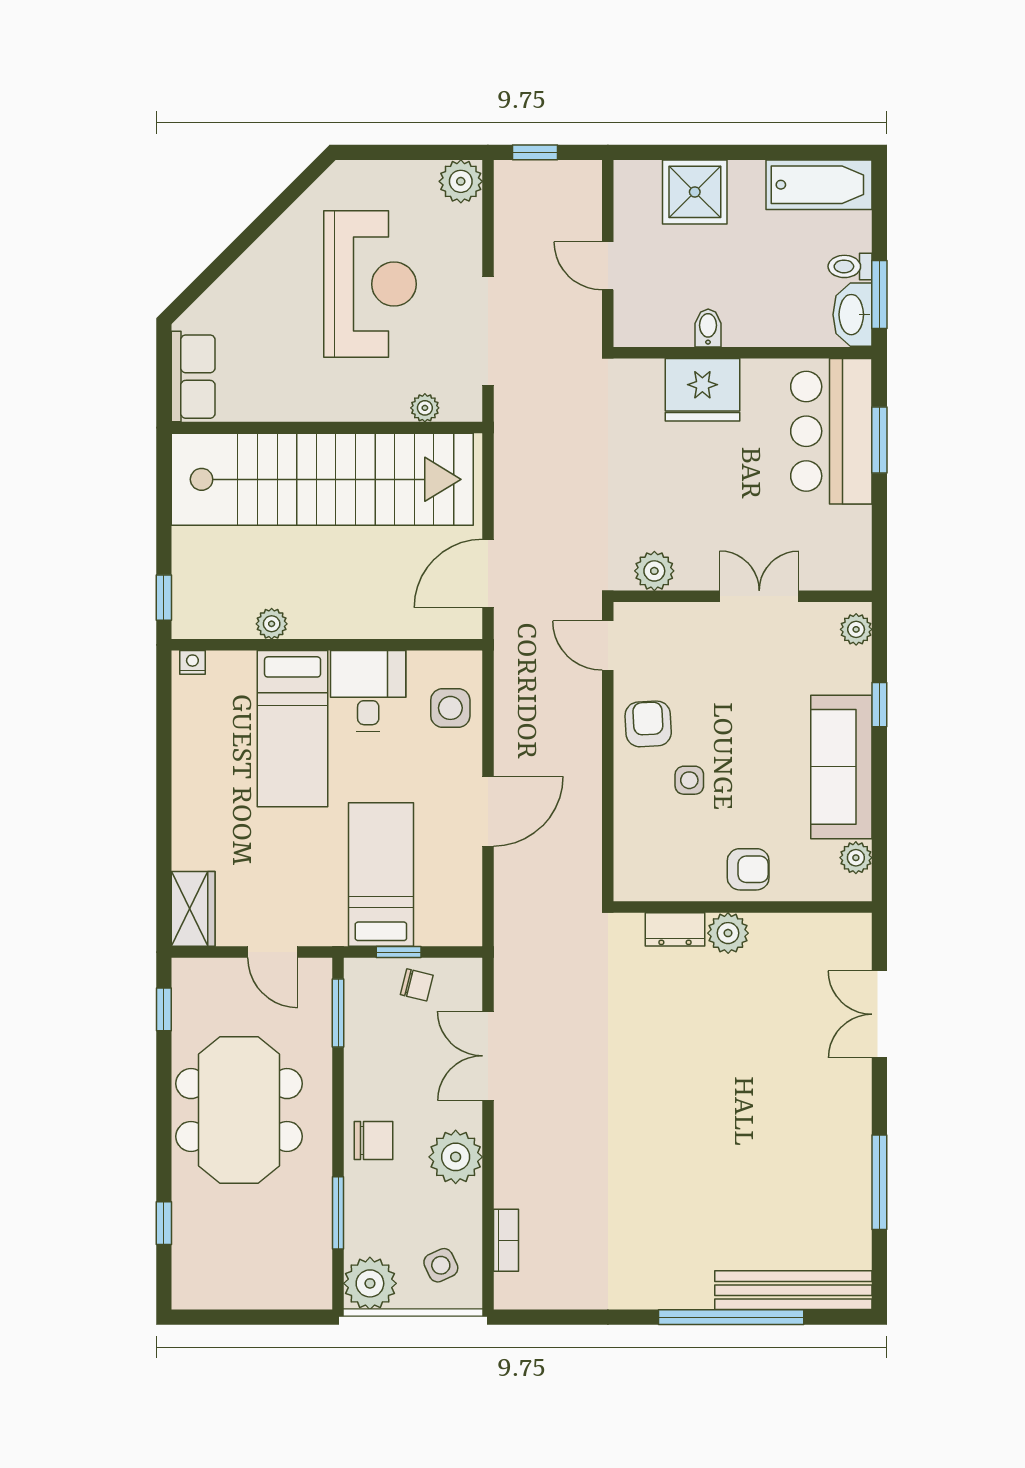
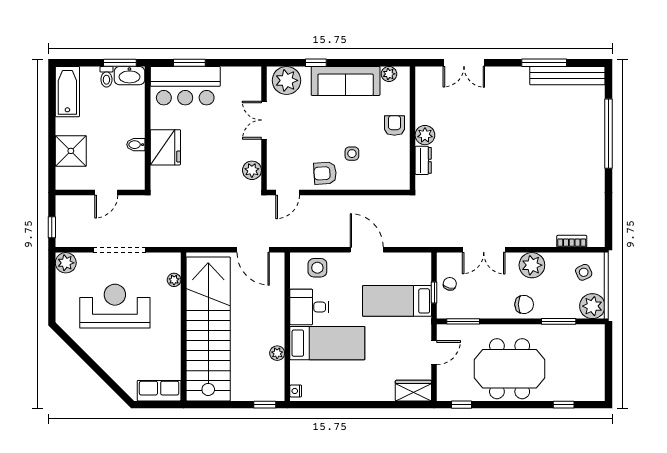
doorway: (488, 331) -> (120, 250), moved
plant: (856, 629) -> (286, 80), width x1.88, depth x1.88
chair: (374, 1141) -> (524, 304), turned 90
bench: (793, 1290) -> (567, 76), moved, turned 90

